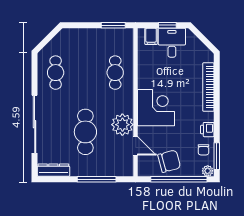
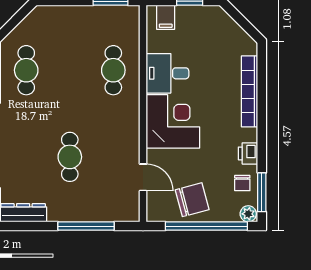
desk: (172, 43) -> (167, 73), moved, turned -90
plant: (122, 125) -> (124, 146), removed
cafe table: (85, 132) -> (70, 157), width x0.73, depth x0.74

